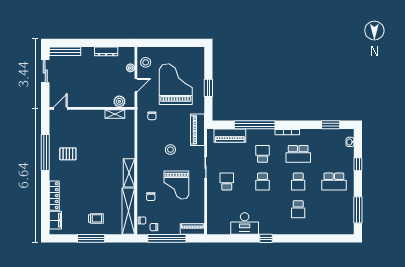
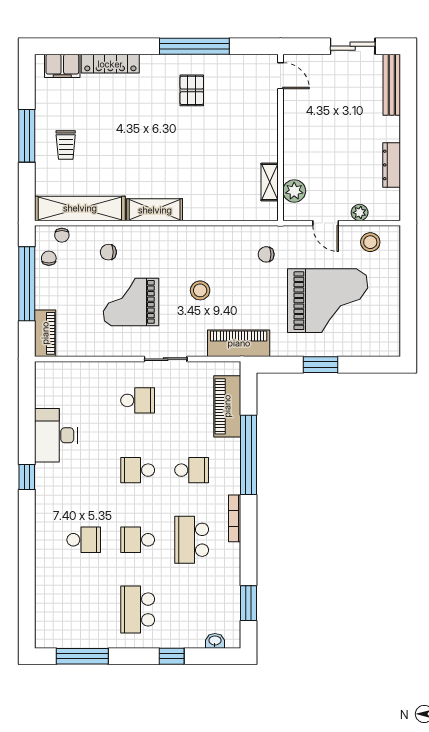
school desk: (298, 209) -> (84, 540), turned 180

